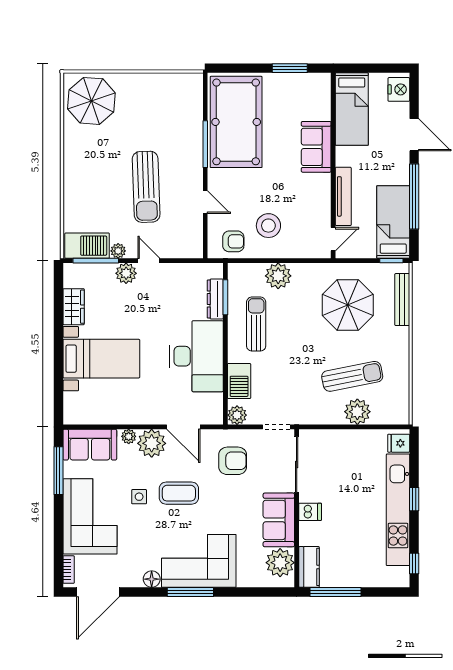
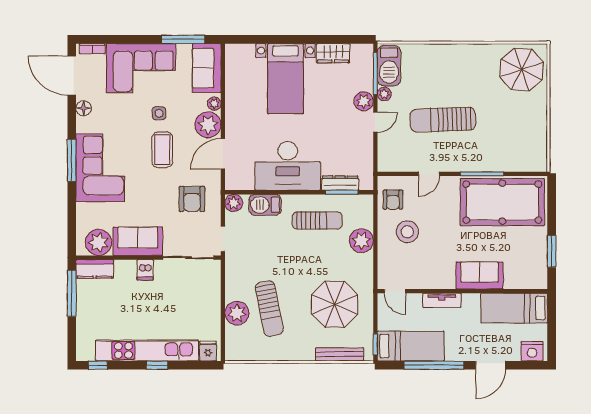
tv unit: (343, 196) -> (442, 300), width x0.71
floor lamp: (152, 579) -> (84, 108), moved

